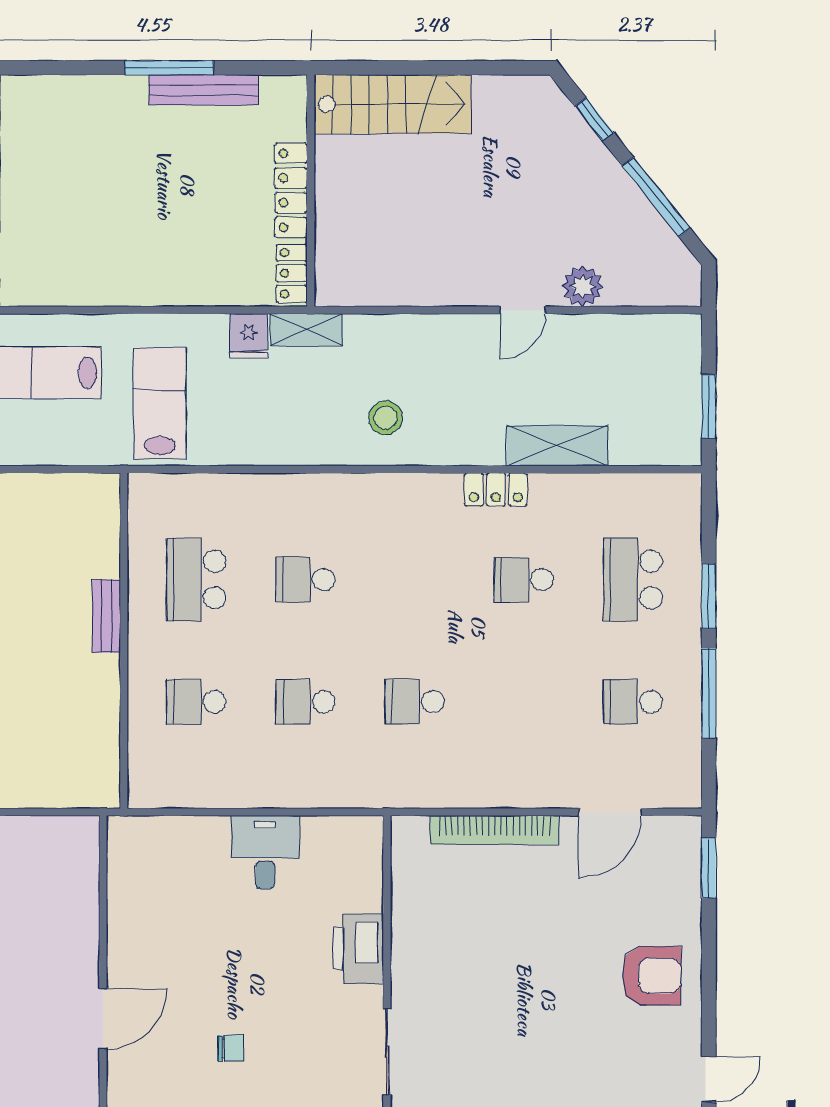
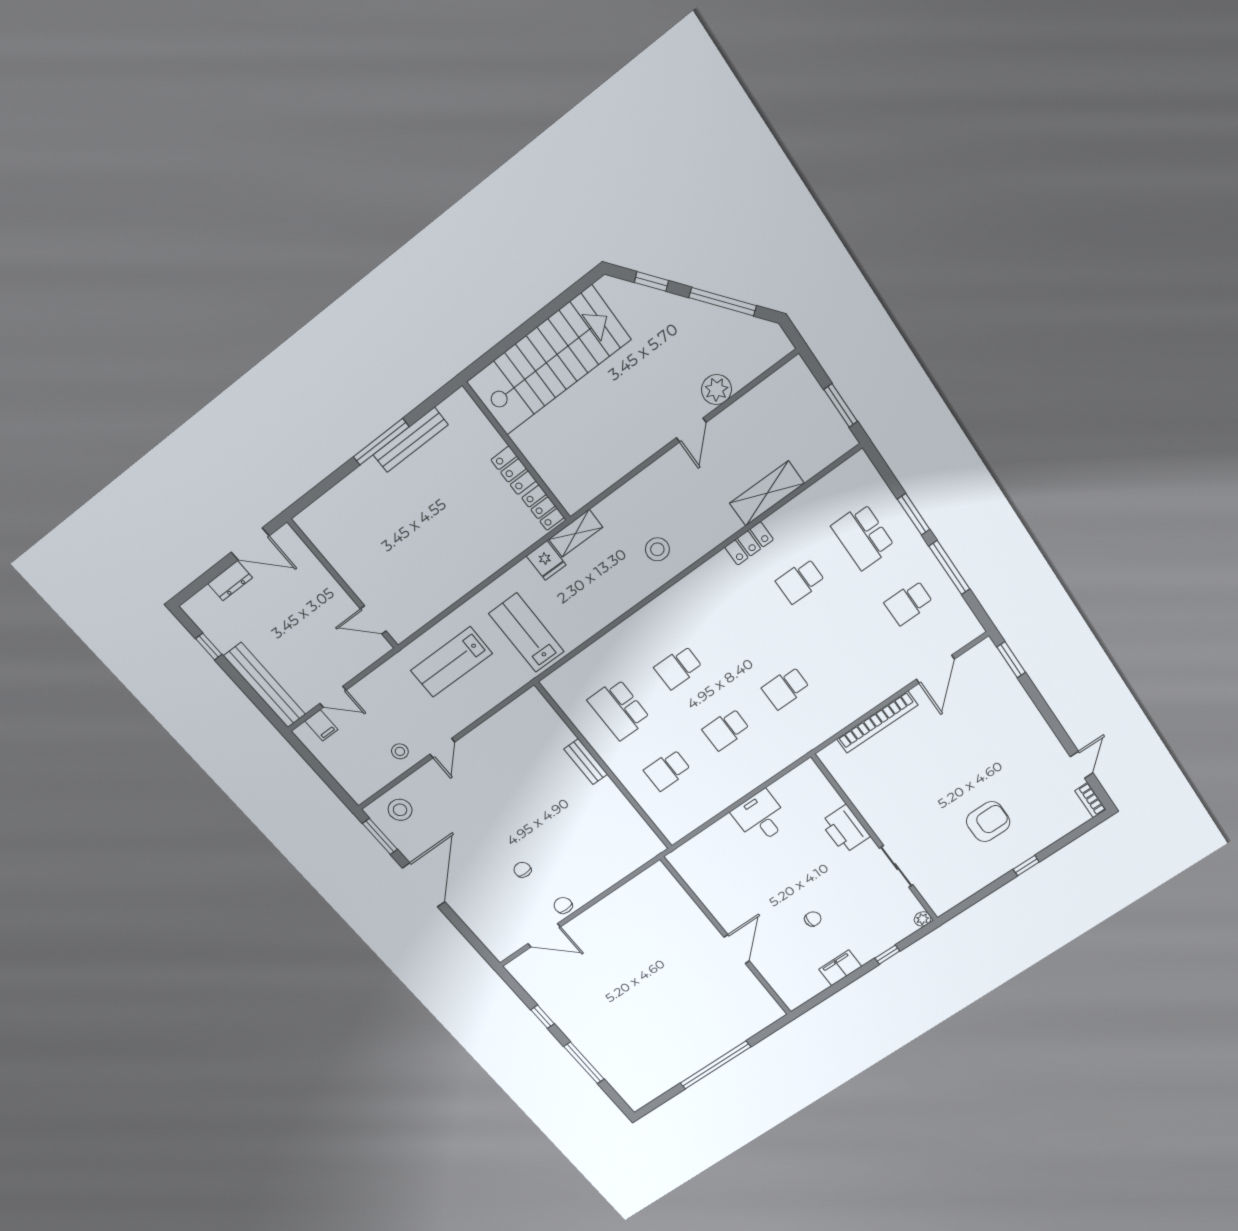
stairs: (393, 104) -> (549, 361), width x1.36, depth x1.51
locker: (291, 190) -> (514, 470), width x0.66
armchair: (652, 976) -> (988, 822), moved

